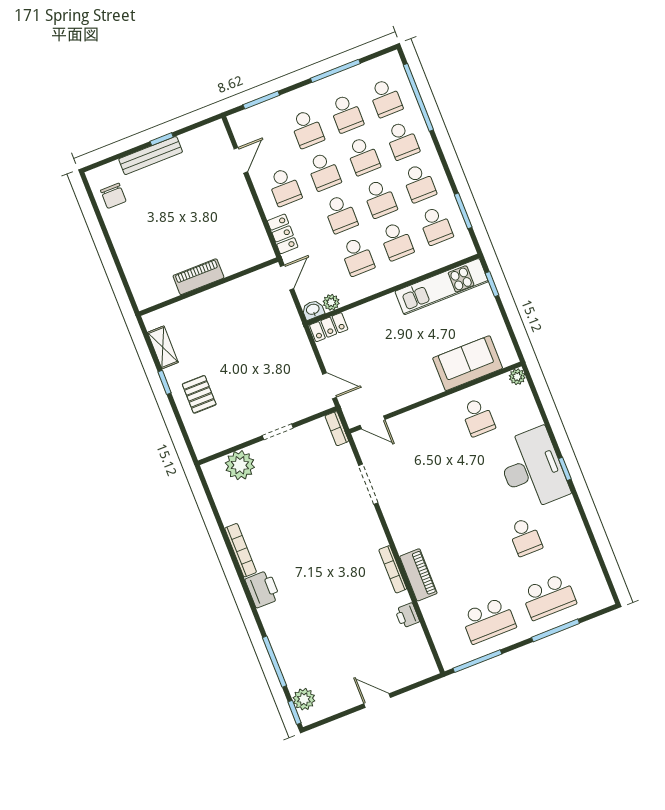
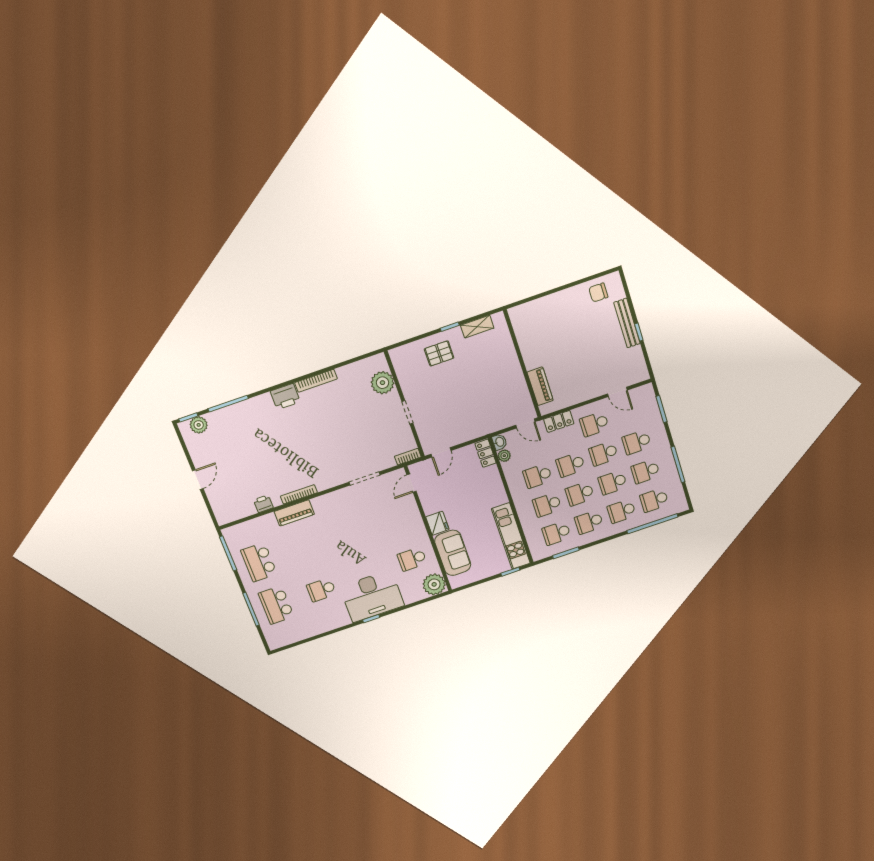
piano: (198, 277) -> (540, 386), moved
plant: (517, 377) -> (434, 584), width x1.88, depth x1.88
fridge: (427, 386) -> (437, 523), added

